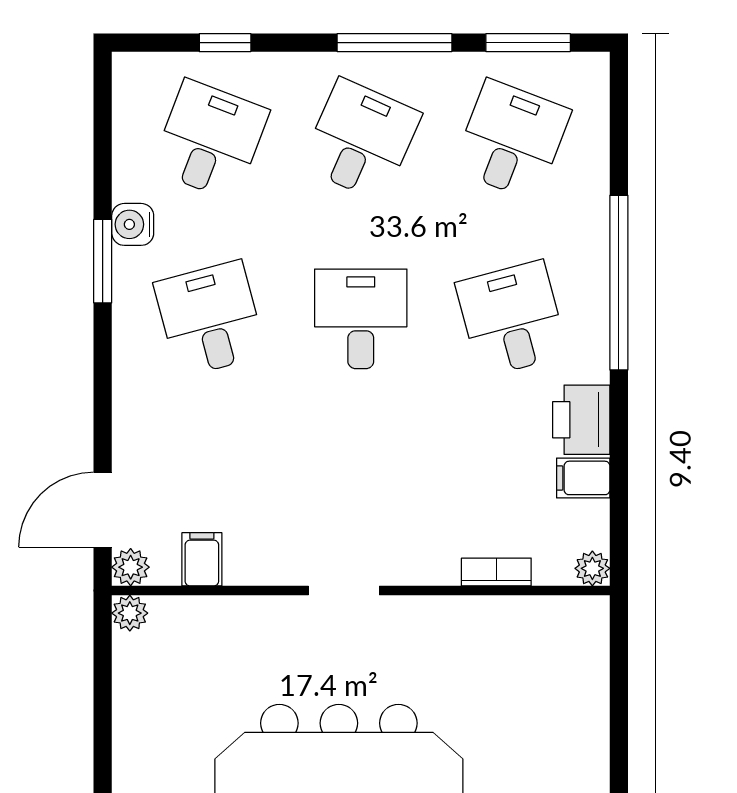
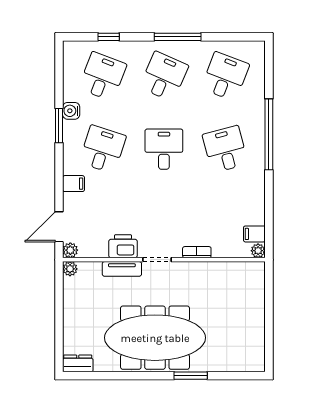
window: (528, 43) -> (232, 37), removed
desk: (210, 319) -> (103, 149), turned 33
printer: (581, 420) -> (123, 246), moved, turned 90
filing cabinet: (583, 478) -> (254, 234), moved
filing cabinet: (202, 559) -> (73, 184), moved, turned 90
bookcase: (496, 572) -> (197, 252), moved
tv unit: (257, 613) -> (122, 269), added

